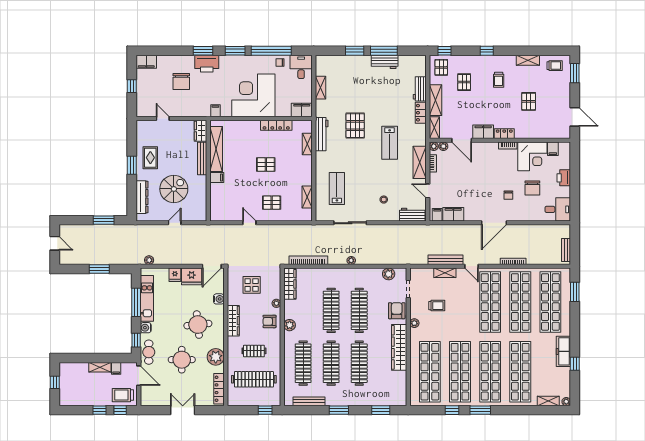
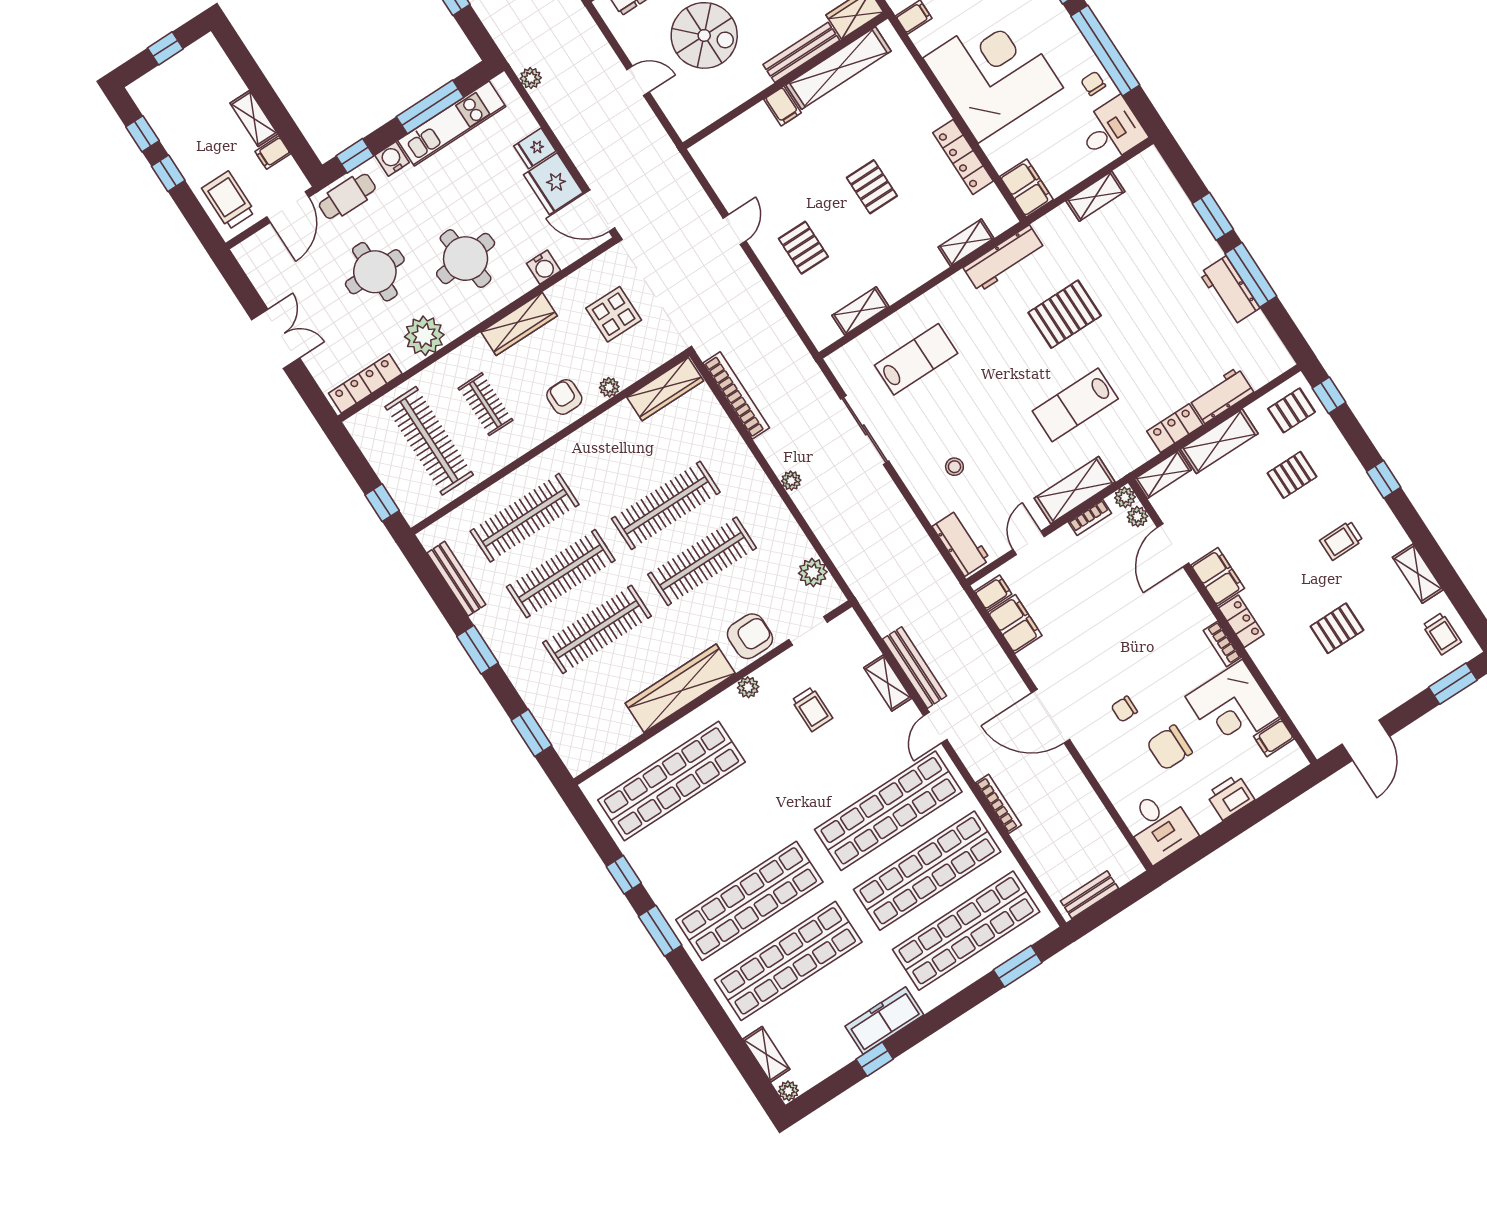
plant: (290, 325) -> (583, 442), removed
shop shelf: (460, 372) -> (710, 841), removed
window: (120, 410) -> (142, 134), moved

